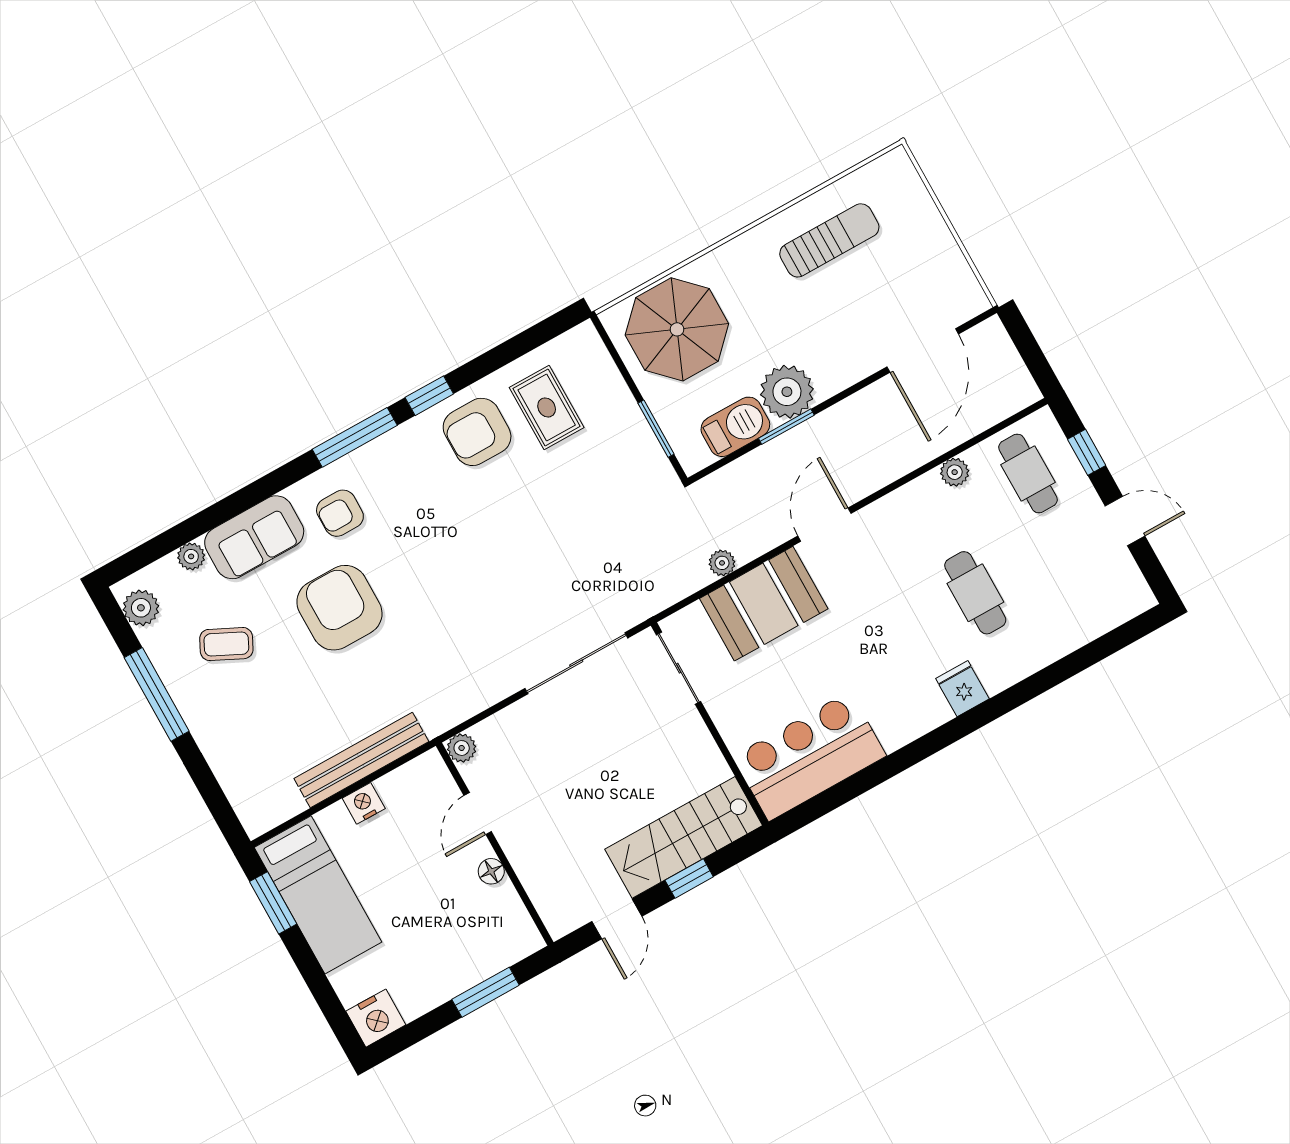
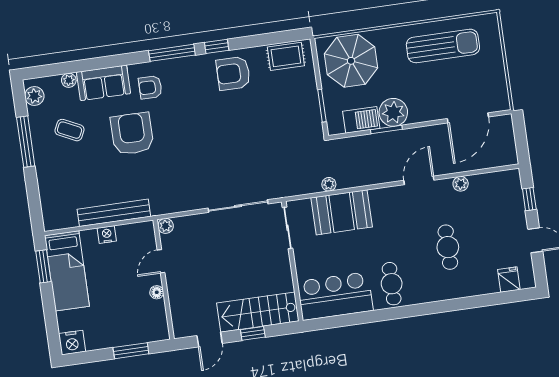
sun lounger: (829, 240) -> (443, 46), width x1.36, depth x1.34
rug: (547, 407) -> (286, 56), moved, turned 90
cafe table: (1028, 473) -> (392, 284), moved
door: (824, 525) -> (419, 180), moved
fridge: (962, 689) -> (509, 280), moved

